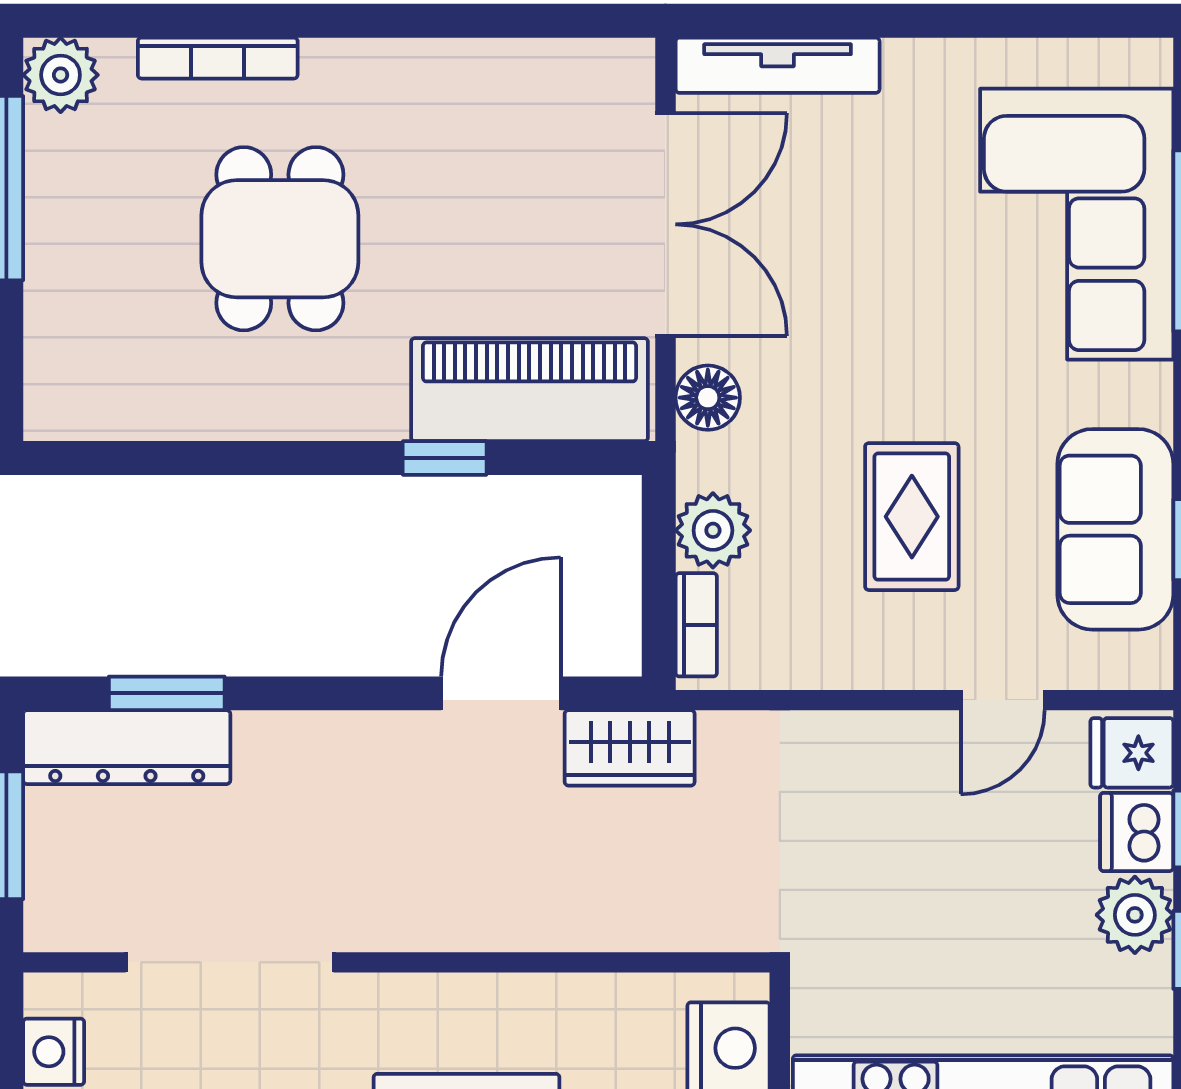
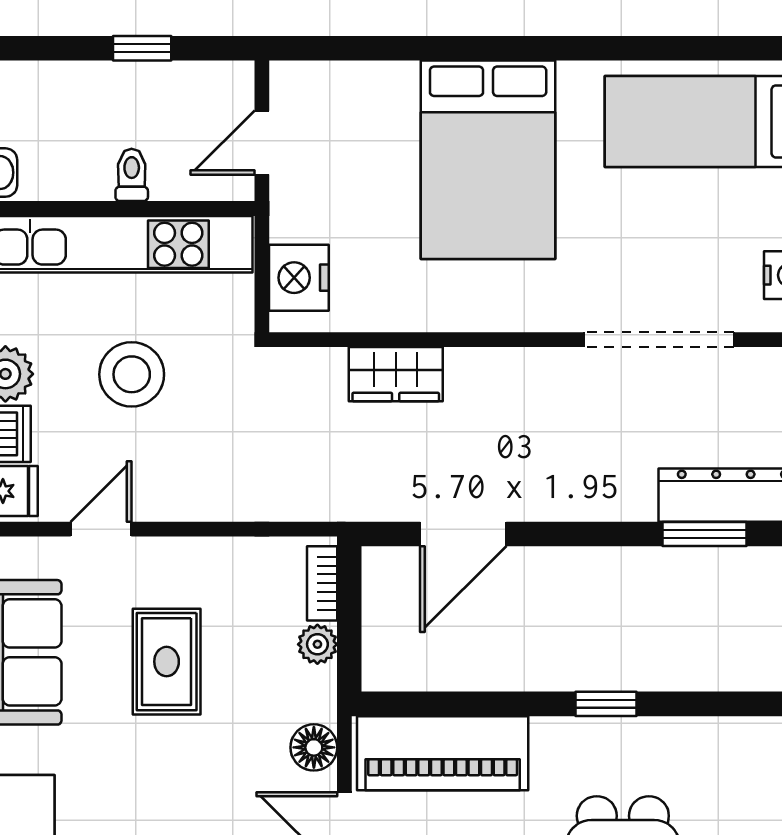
window: (445, 458) -> (606, 704), moved
plant: (713, 530) -> (317, 644), width x0.73, depth x0.73
wardrobe: (630, 748) -> (396, 374), moved, turned 180
stool: (960, 914) -> (132, 374), added

